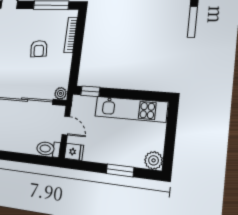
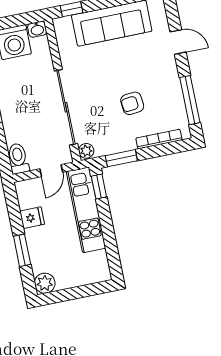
window: (75, 68) -> (121, 158), added
kitchen unit: (131, 109) -> (86, 210), moved
fridge: (74, 152) -> (32, 218), moved, turned -90

